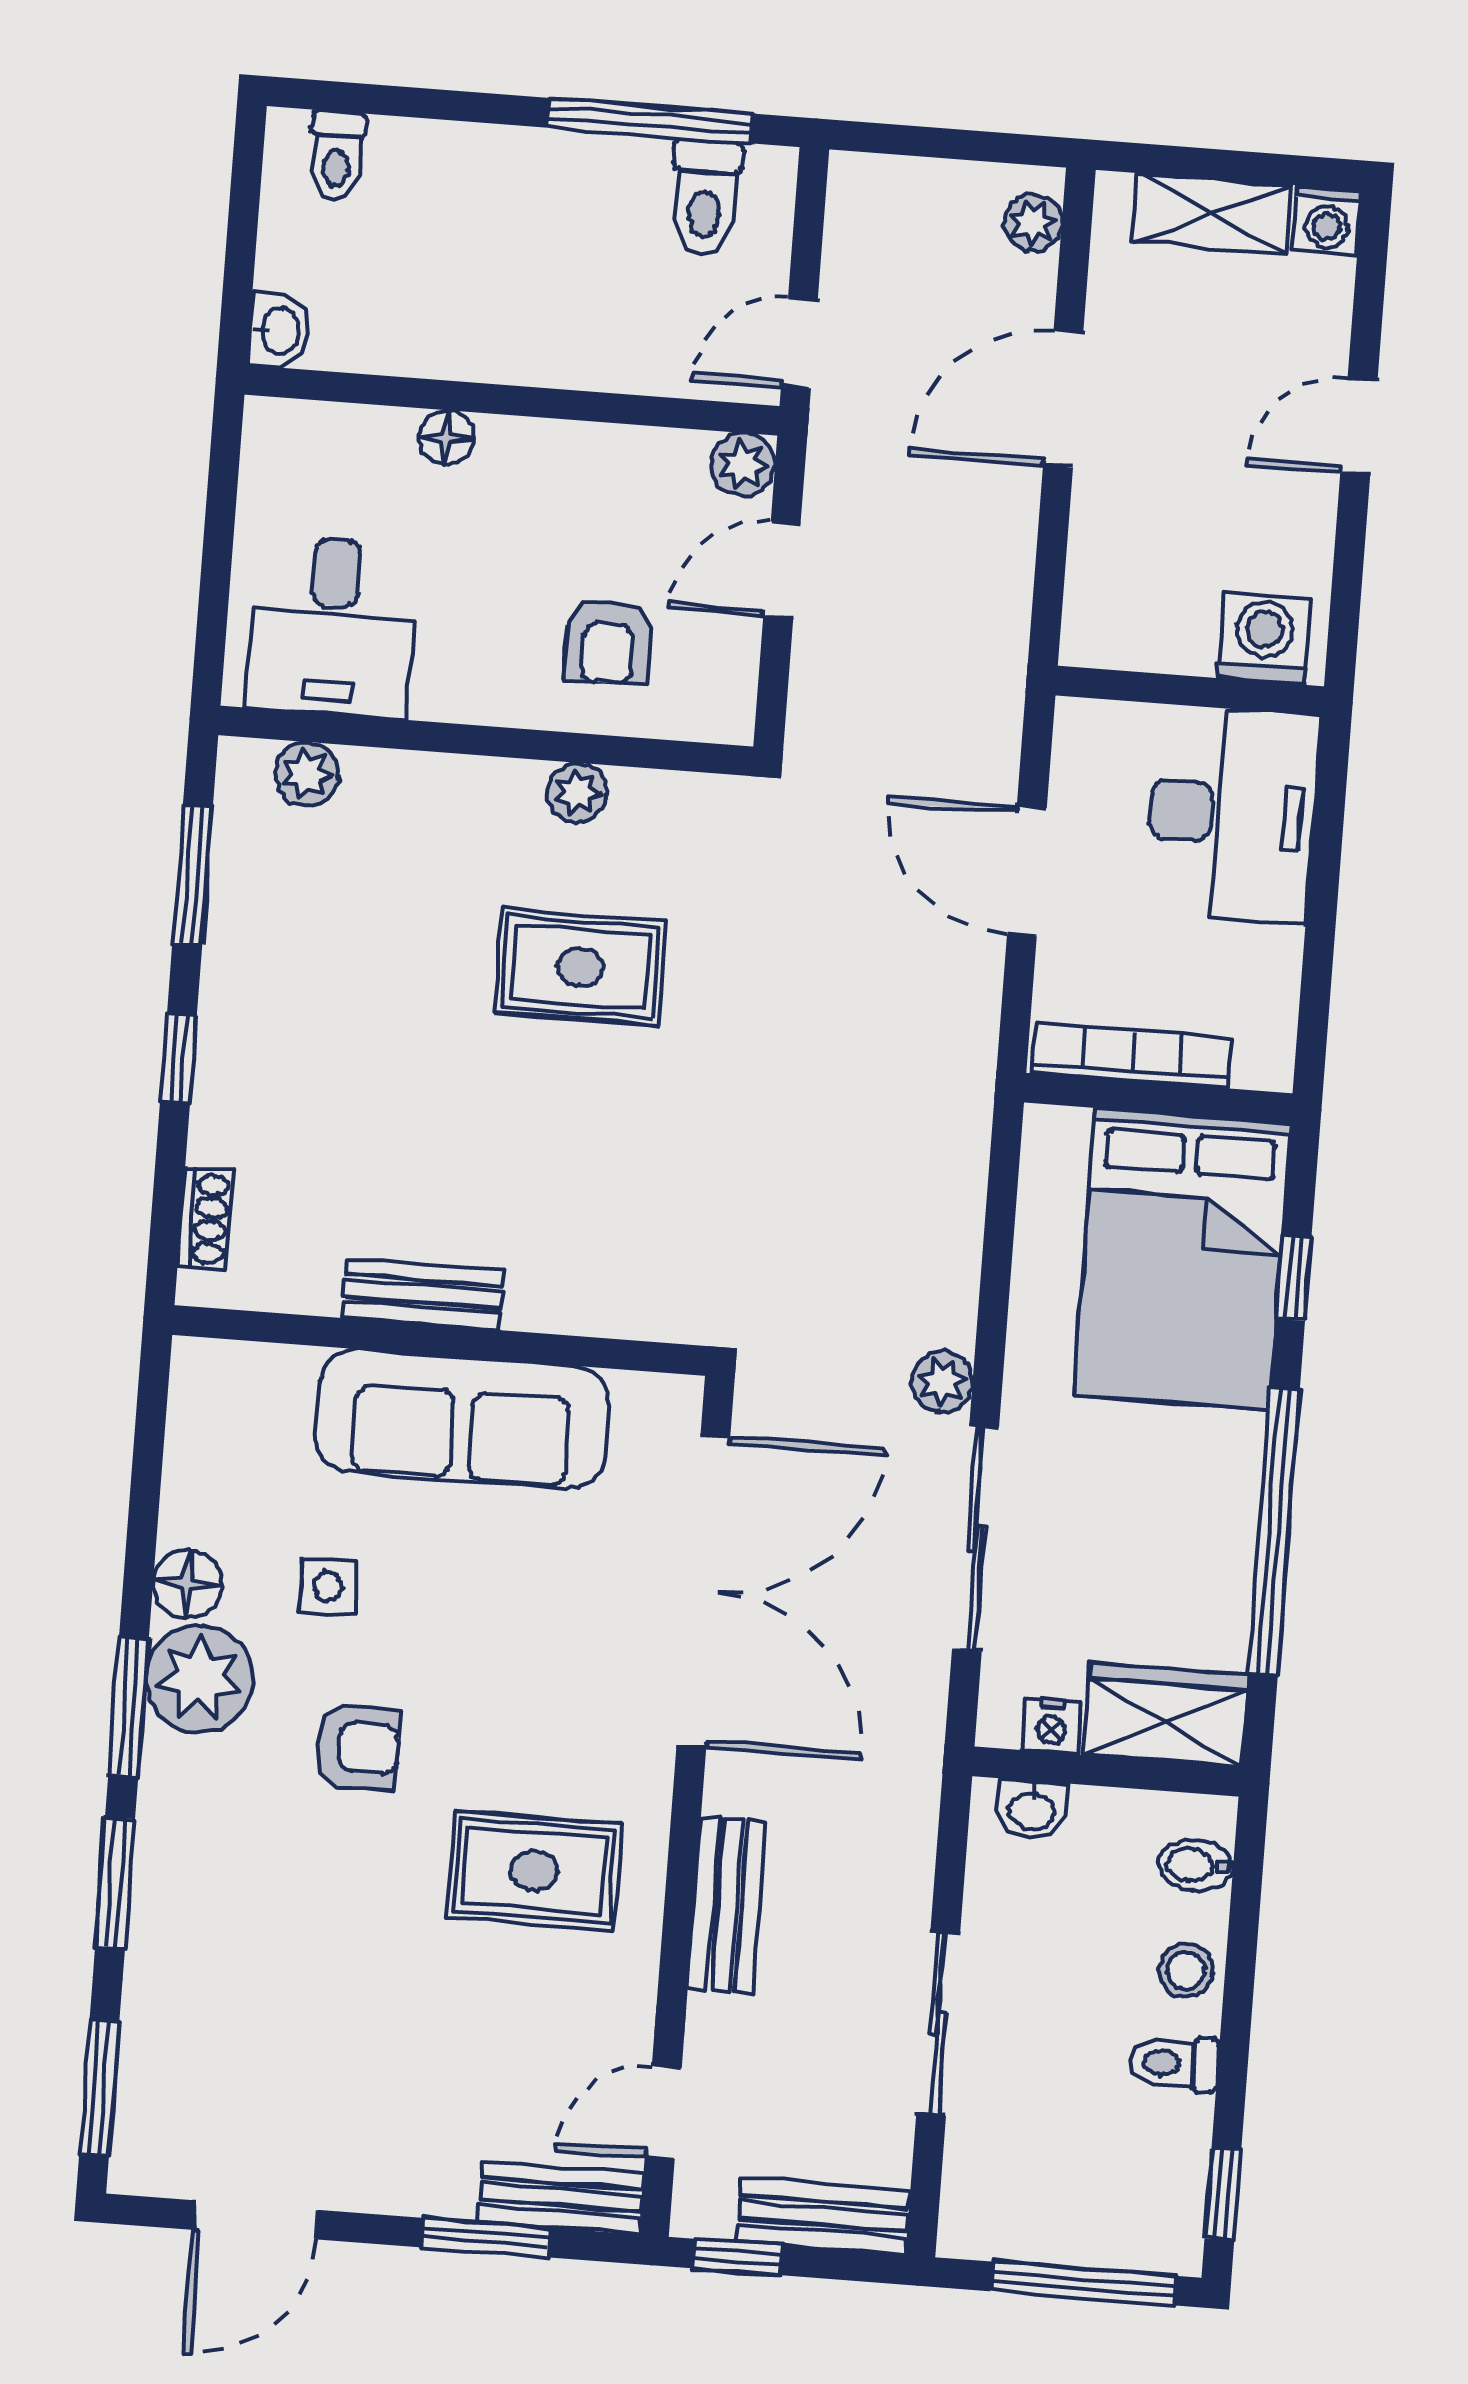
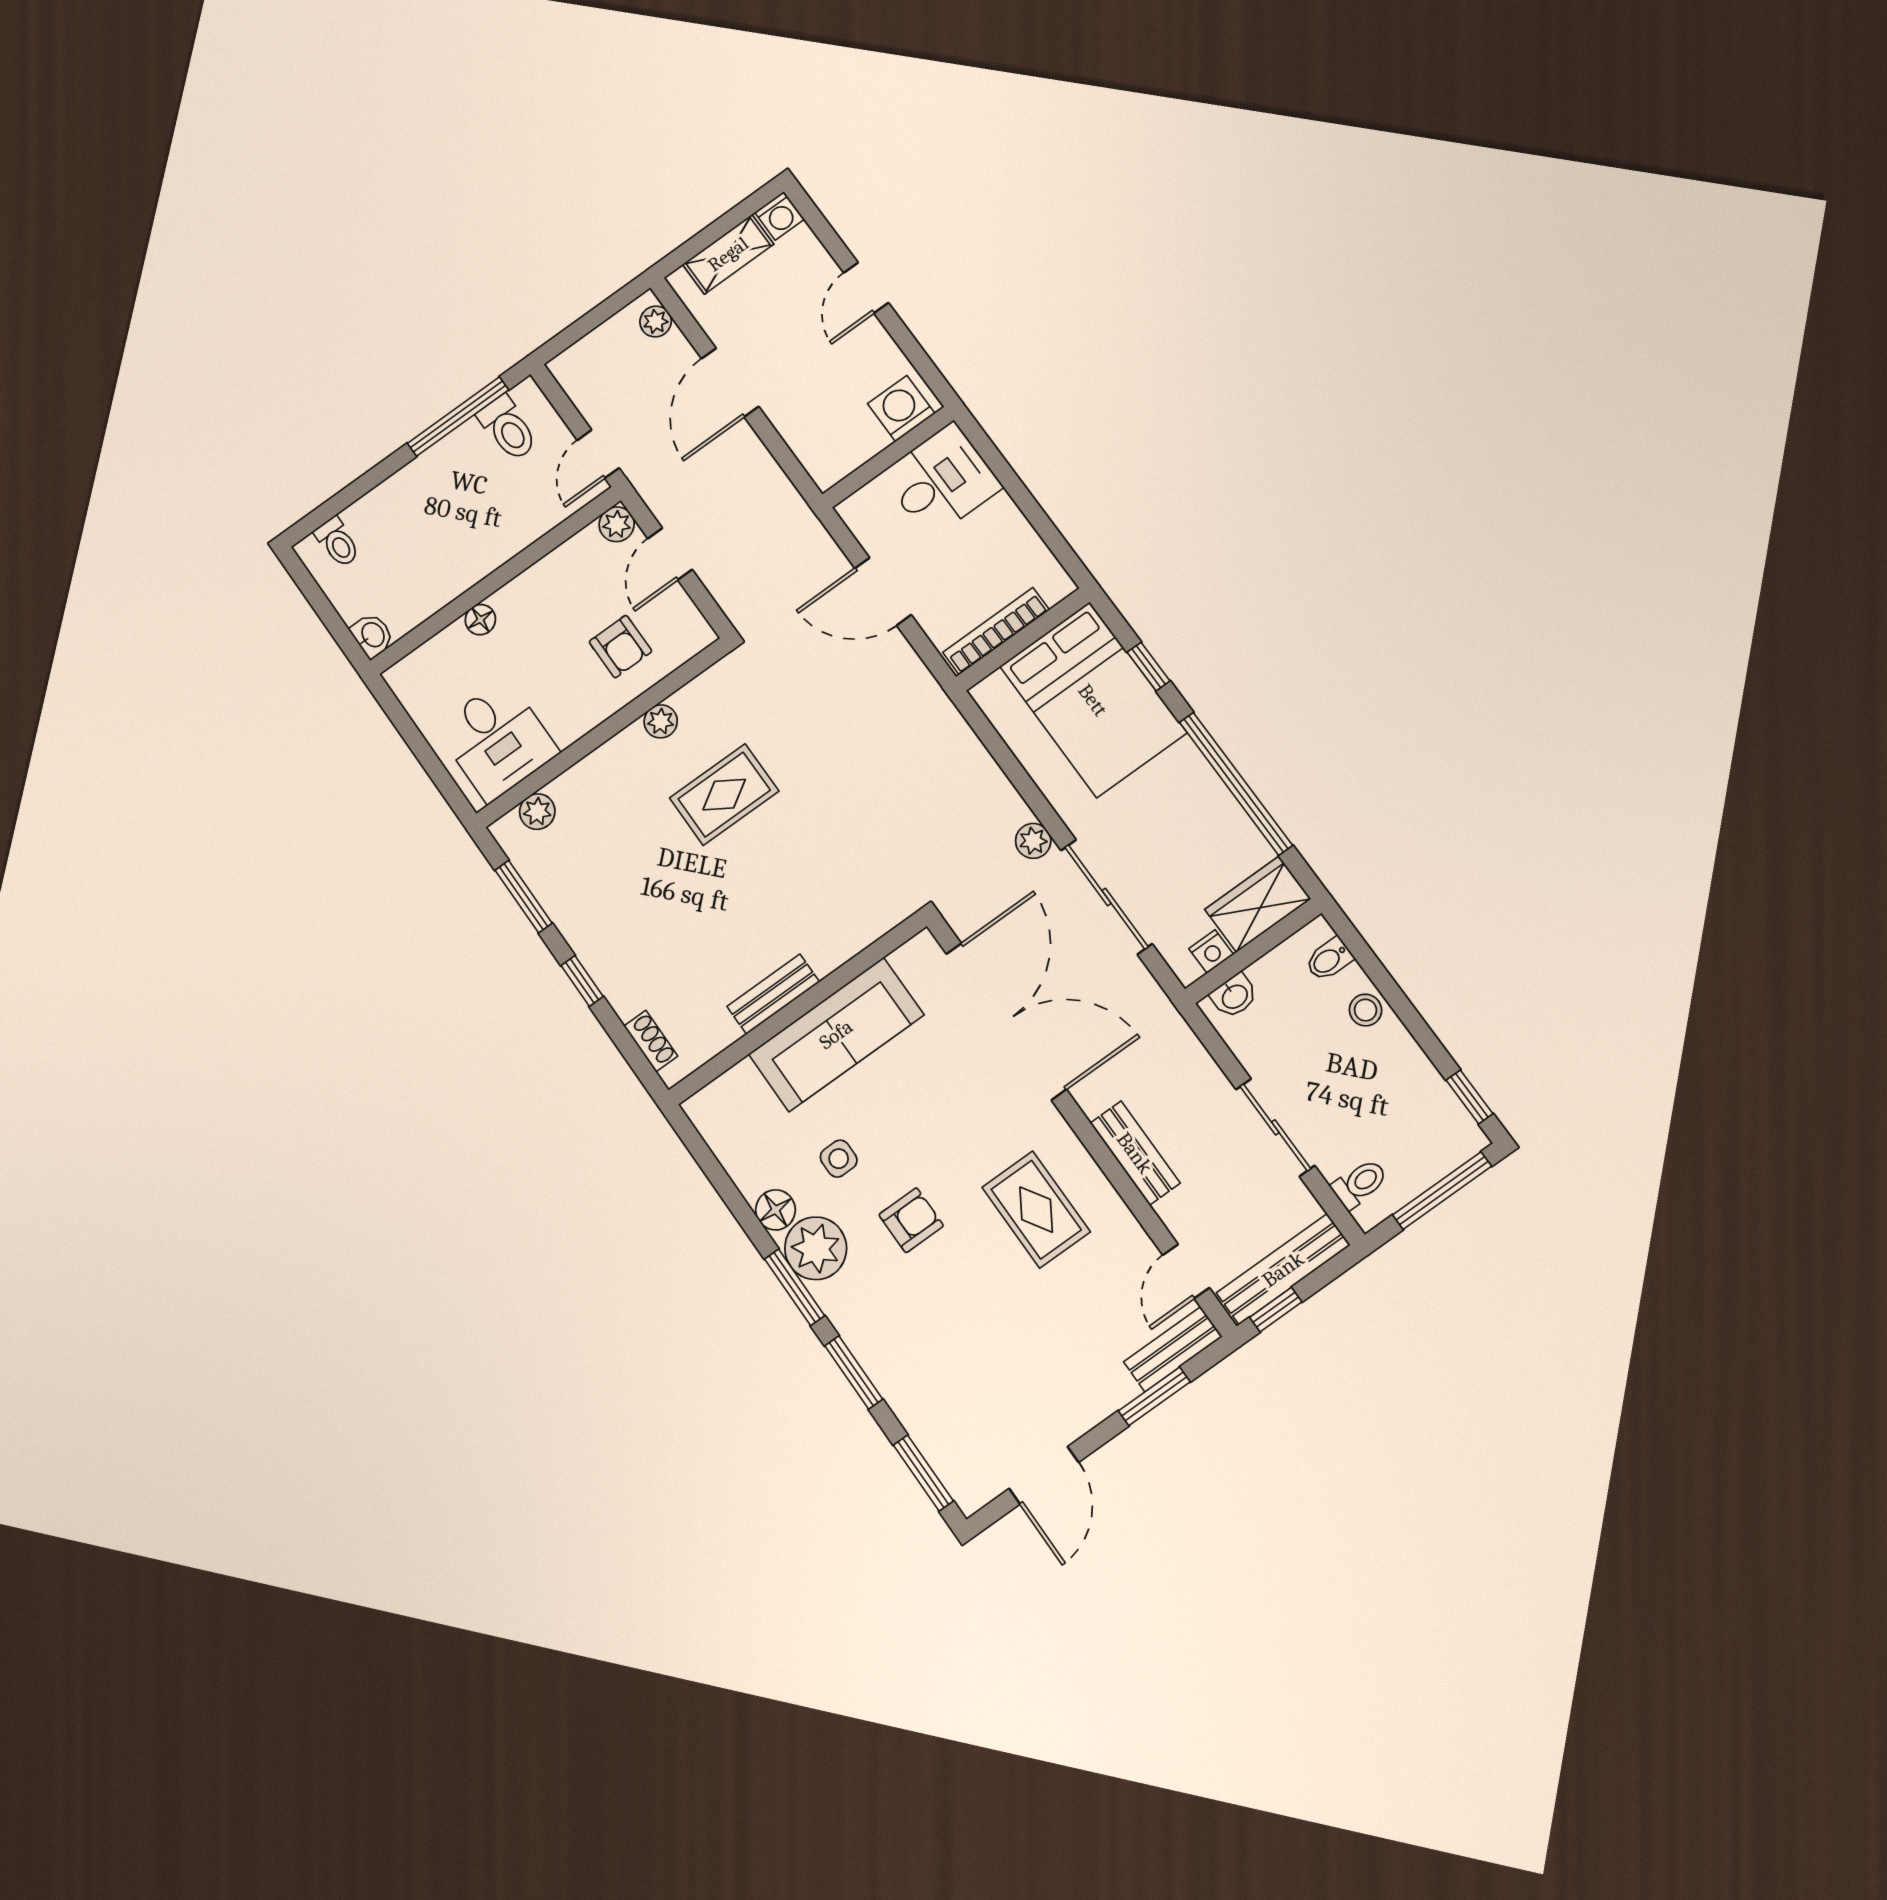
desk: (1232, 814) -> (941, 481), width x0.73
rug: (534, 1870) -> (1036, 1210), turned 90
toilet: (1173, 2063) -> (1360, 1184), moved, turned 180
bench: (823, 2216) -> (1283, 1269), width x1.36

